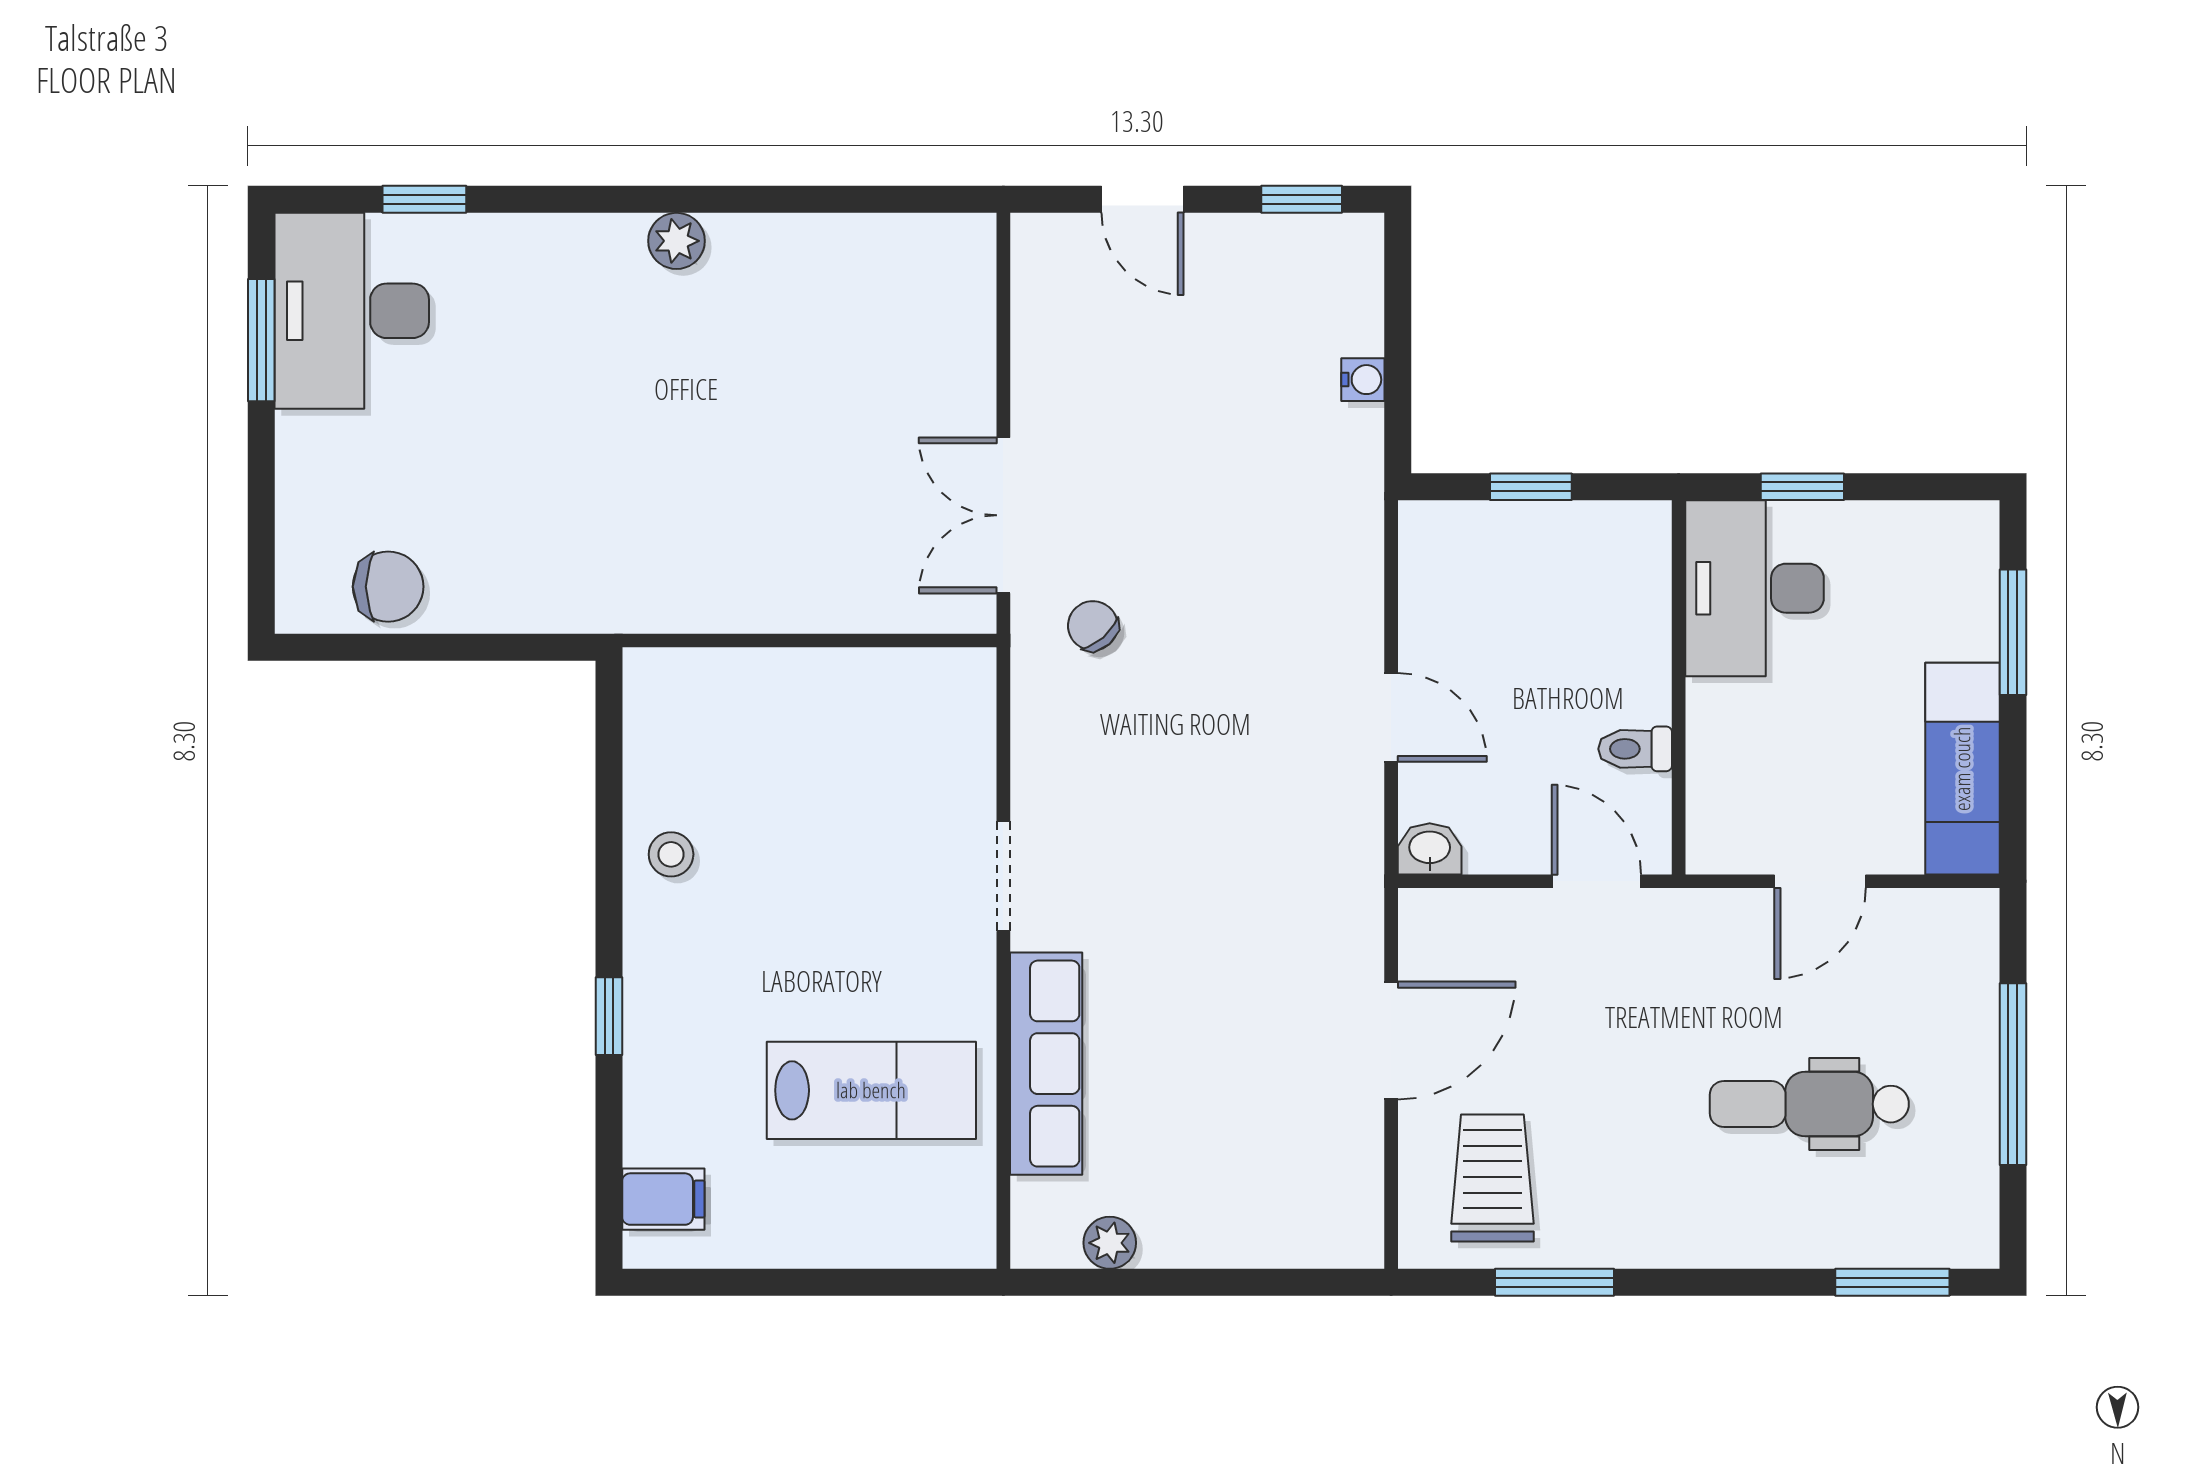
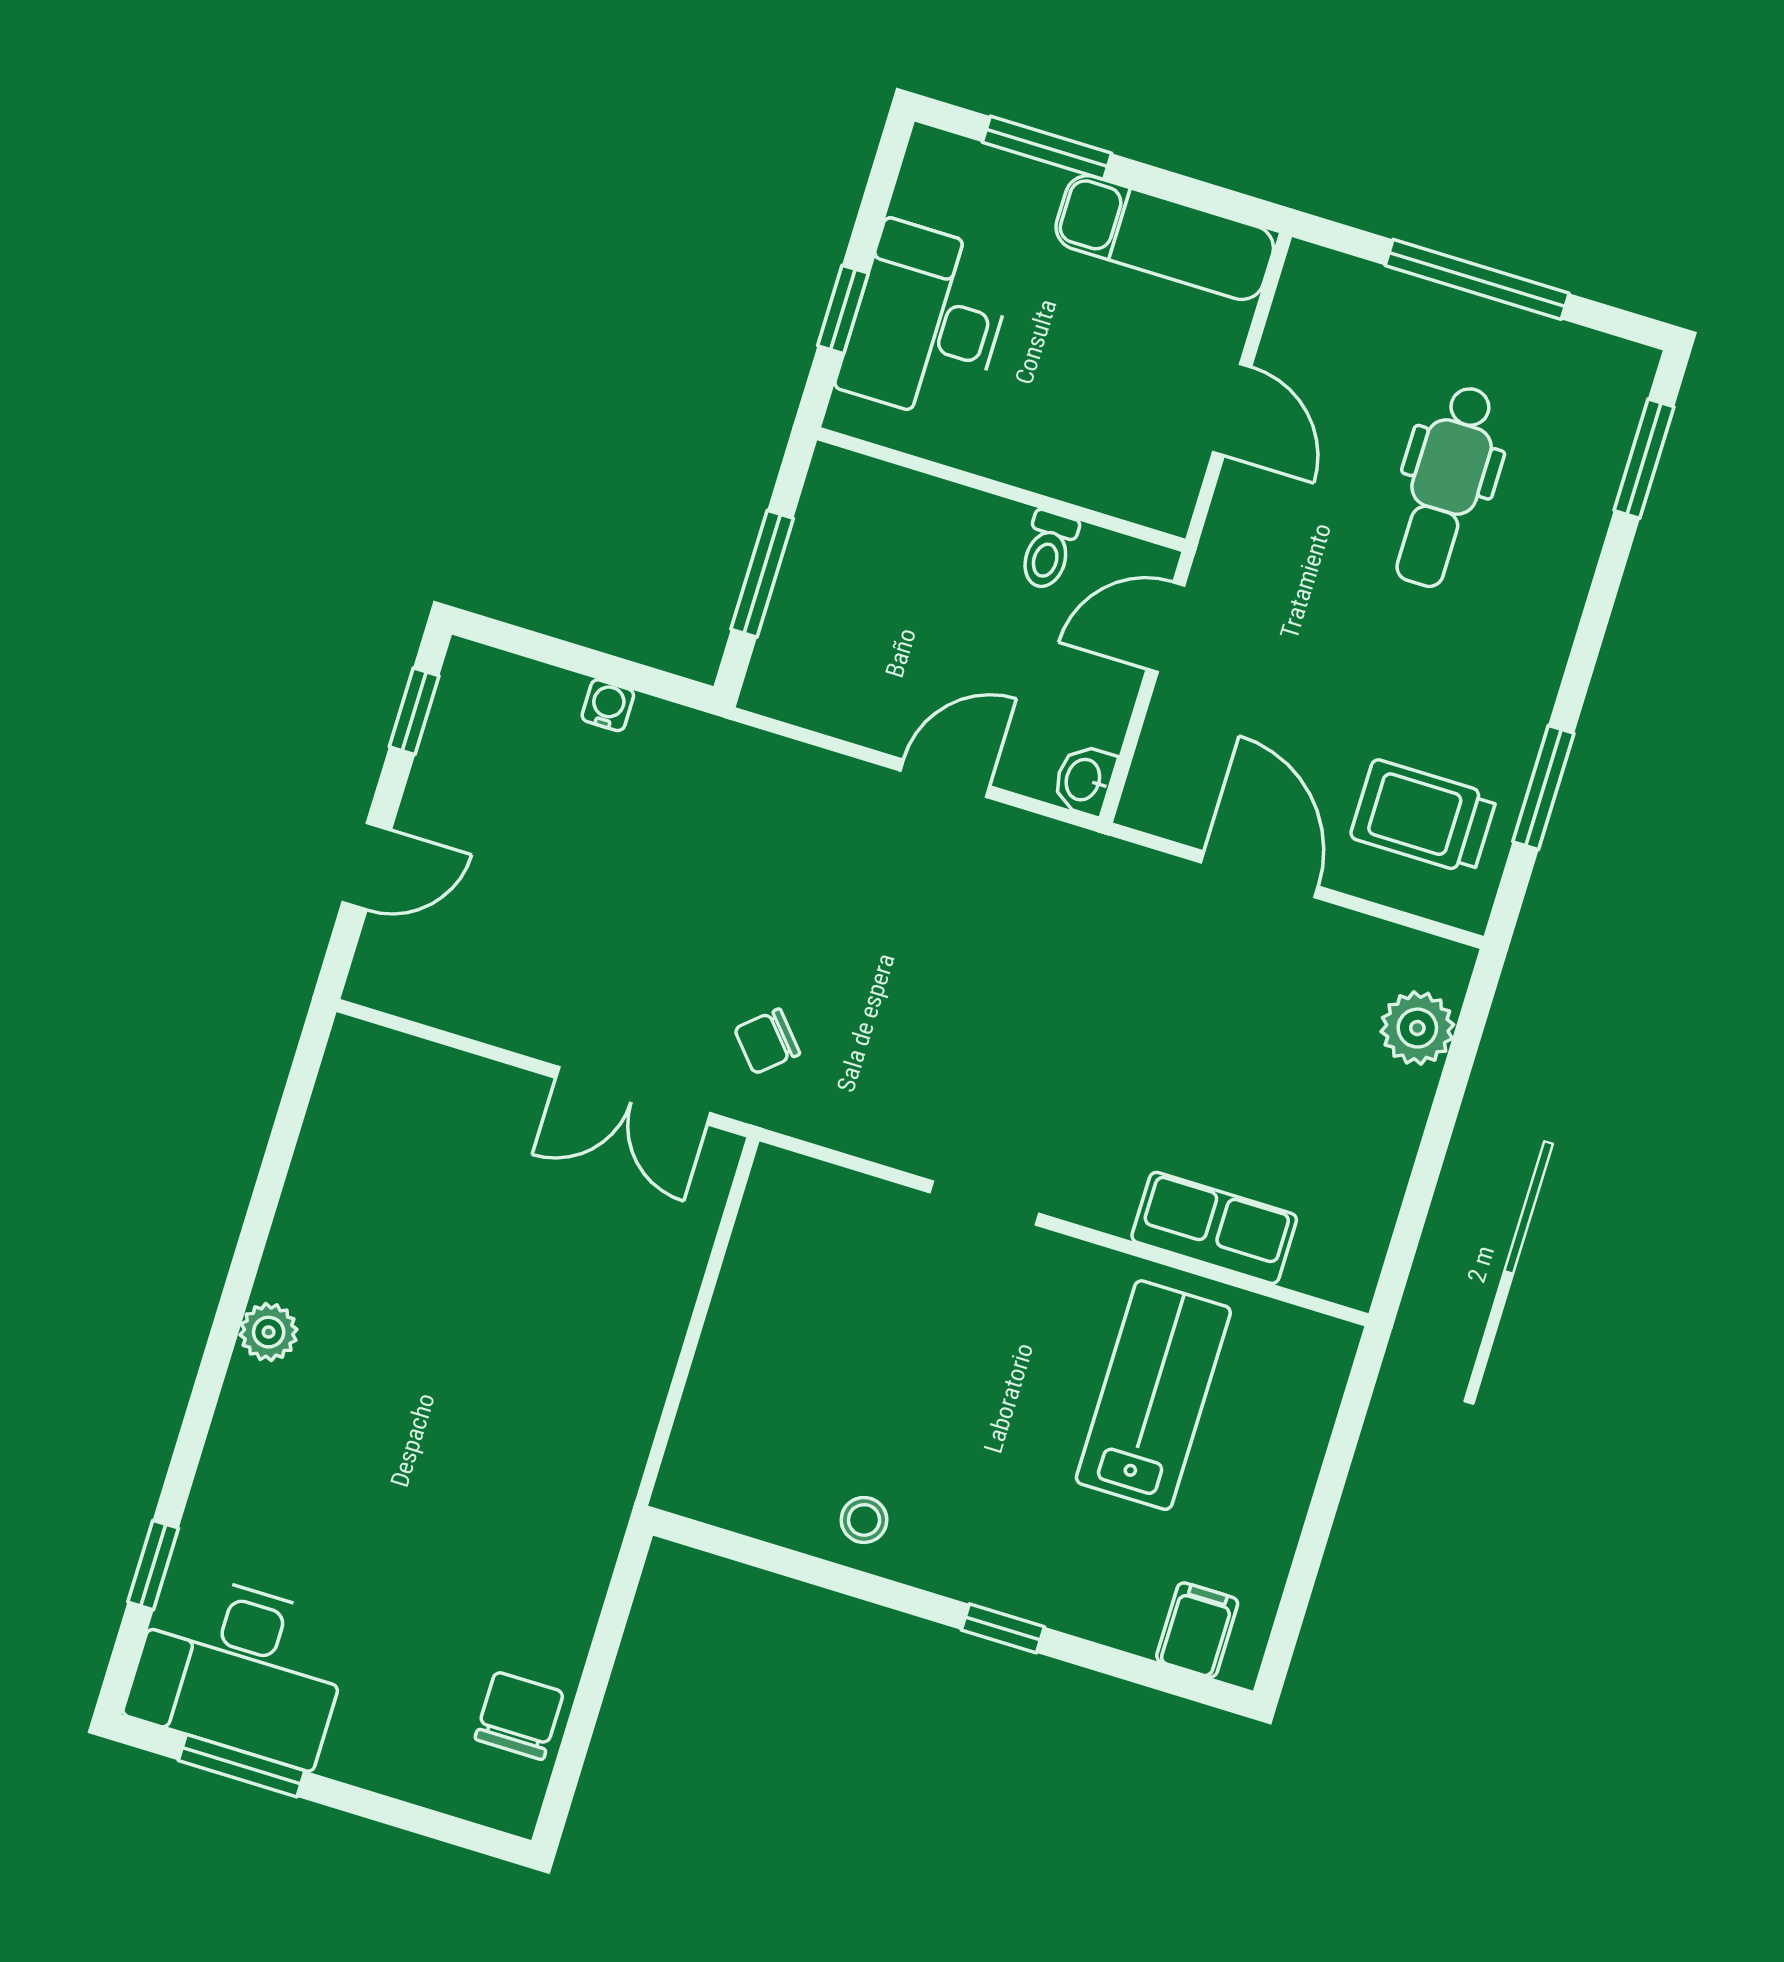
window: (1531, 487) -> (762, 574), width x1.50
desk: (1755, 588) -> (927, 322), moved, turned 90
row of seats: (1046, 1064) -> (1214, 1228), width x0.68
plant: (1110, 1243) -> (1417, 1028), moved, width x1.38, depth x1.38

